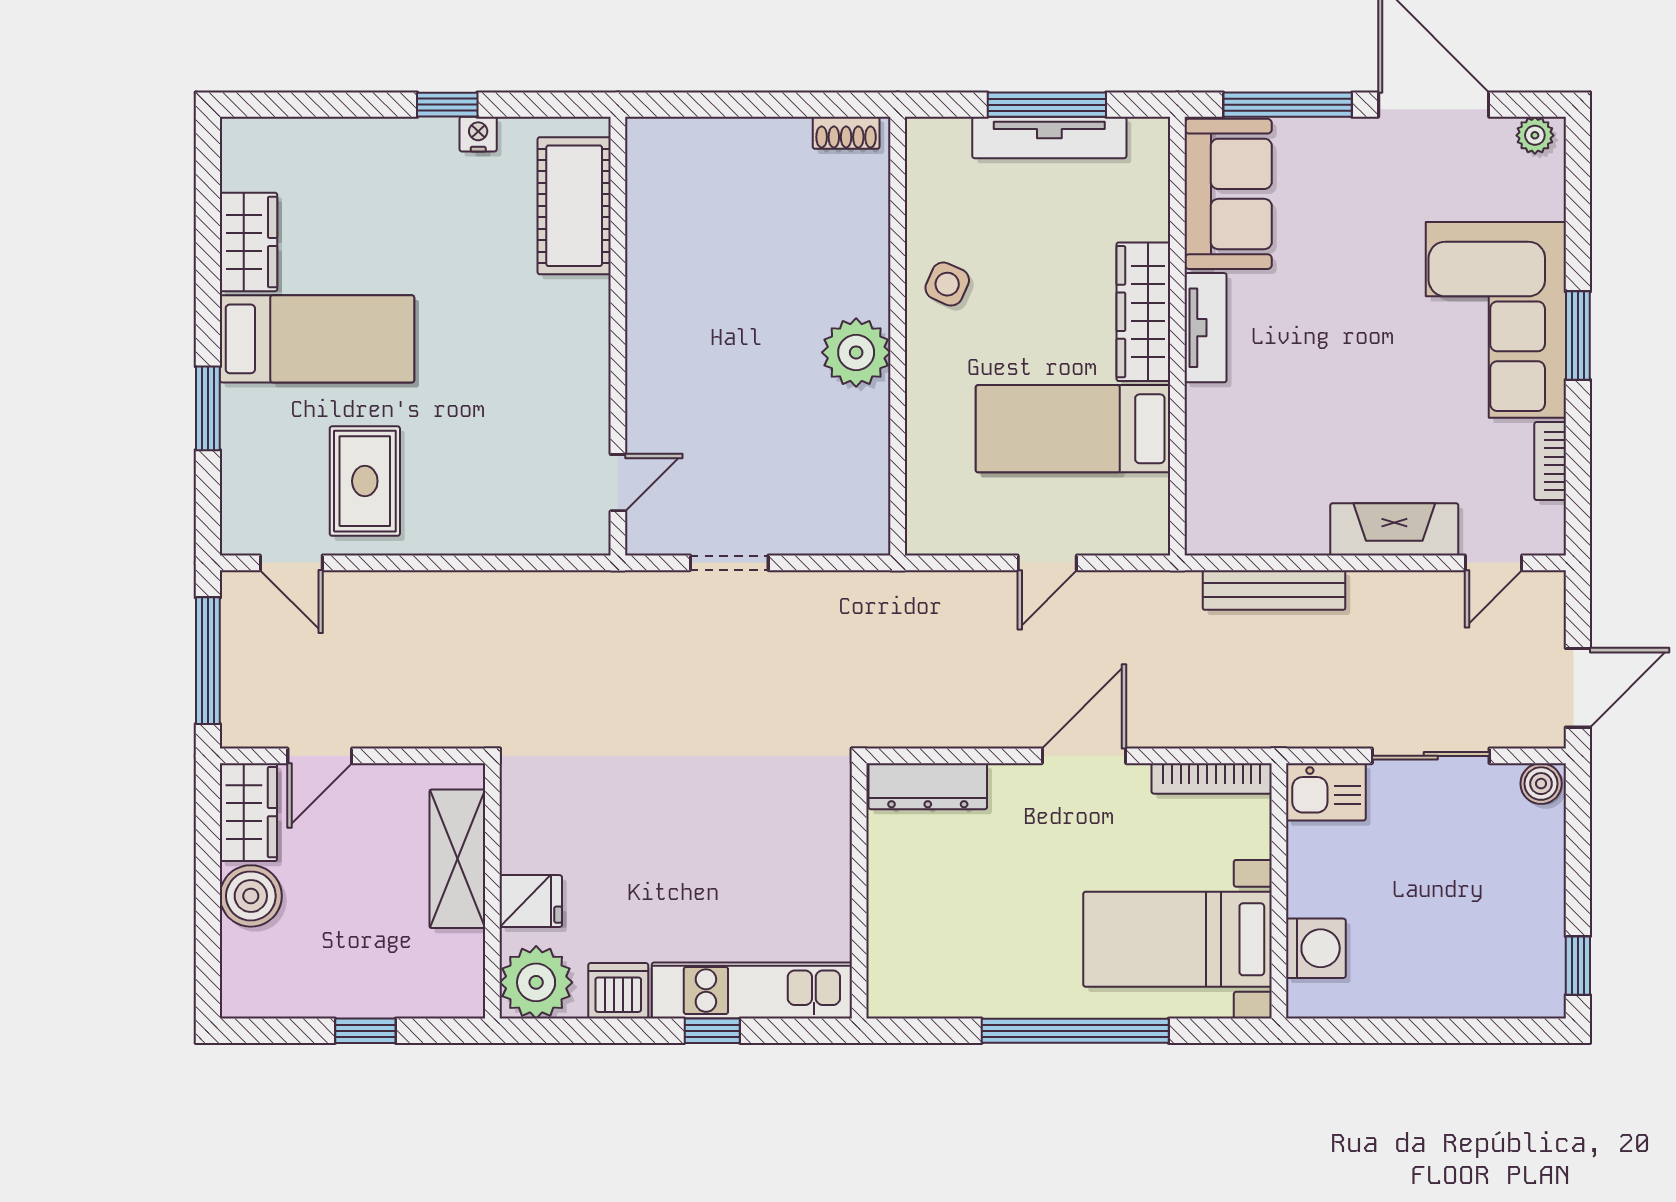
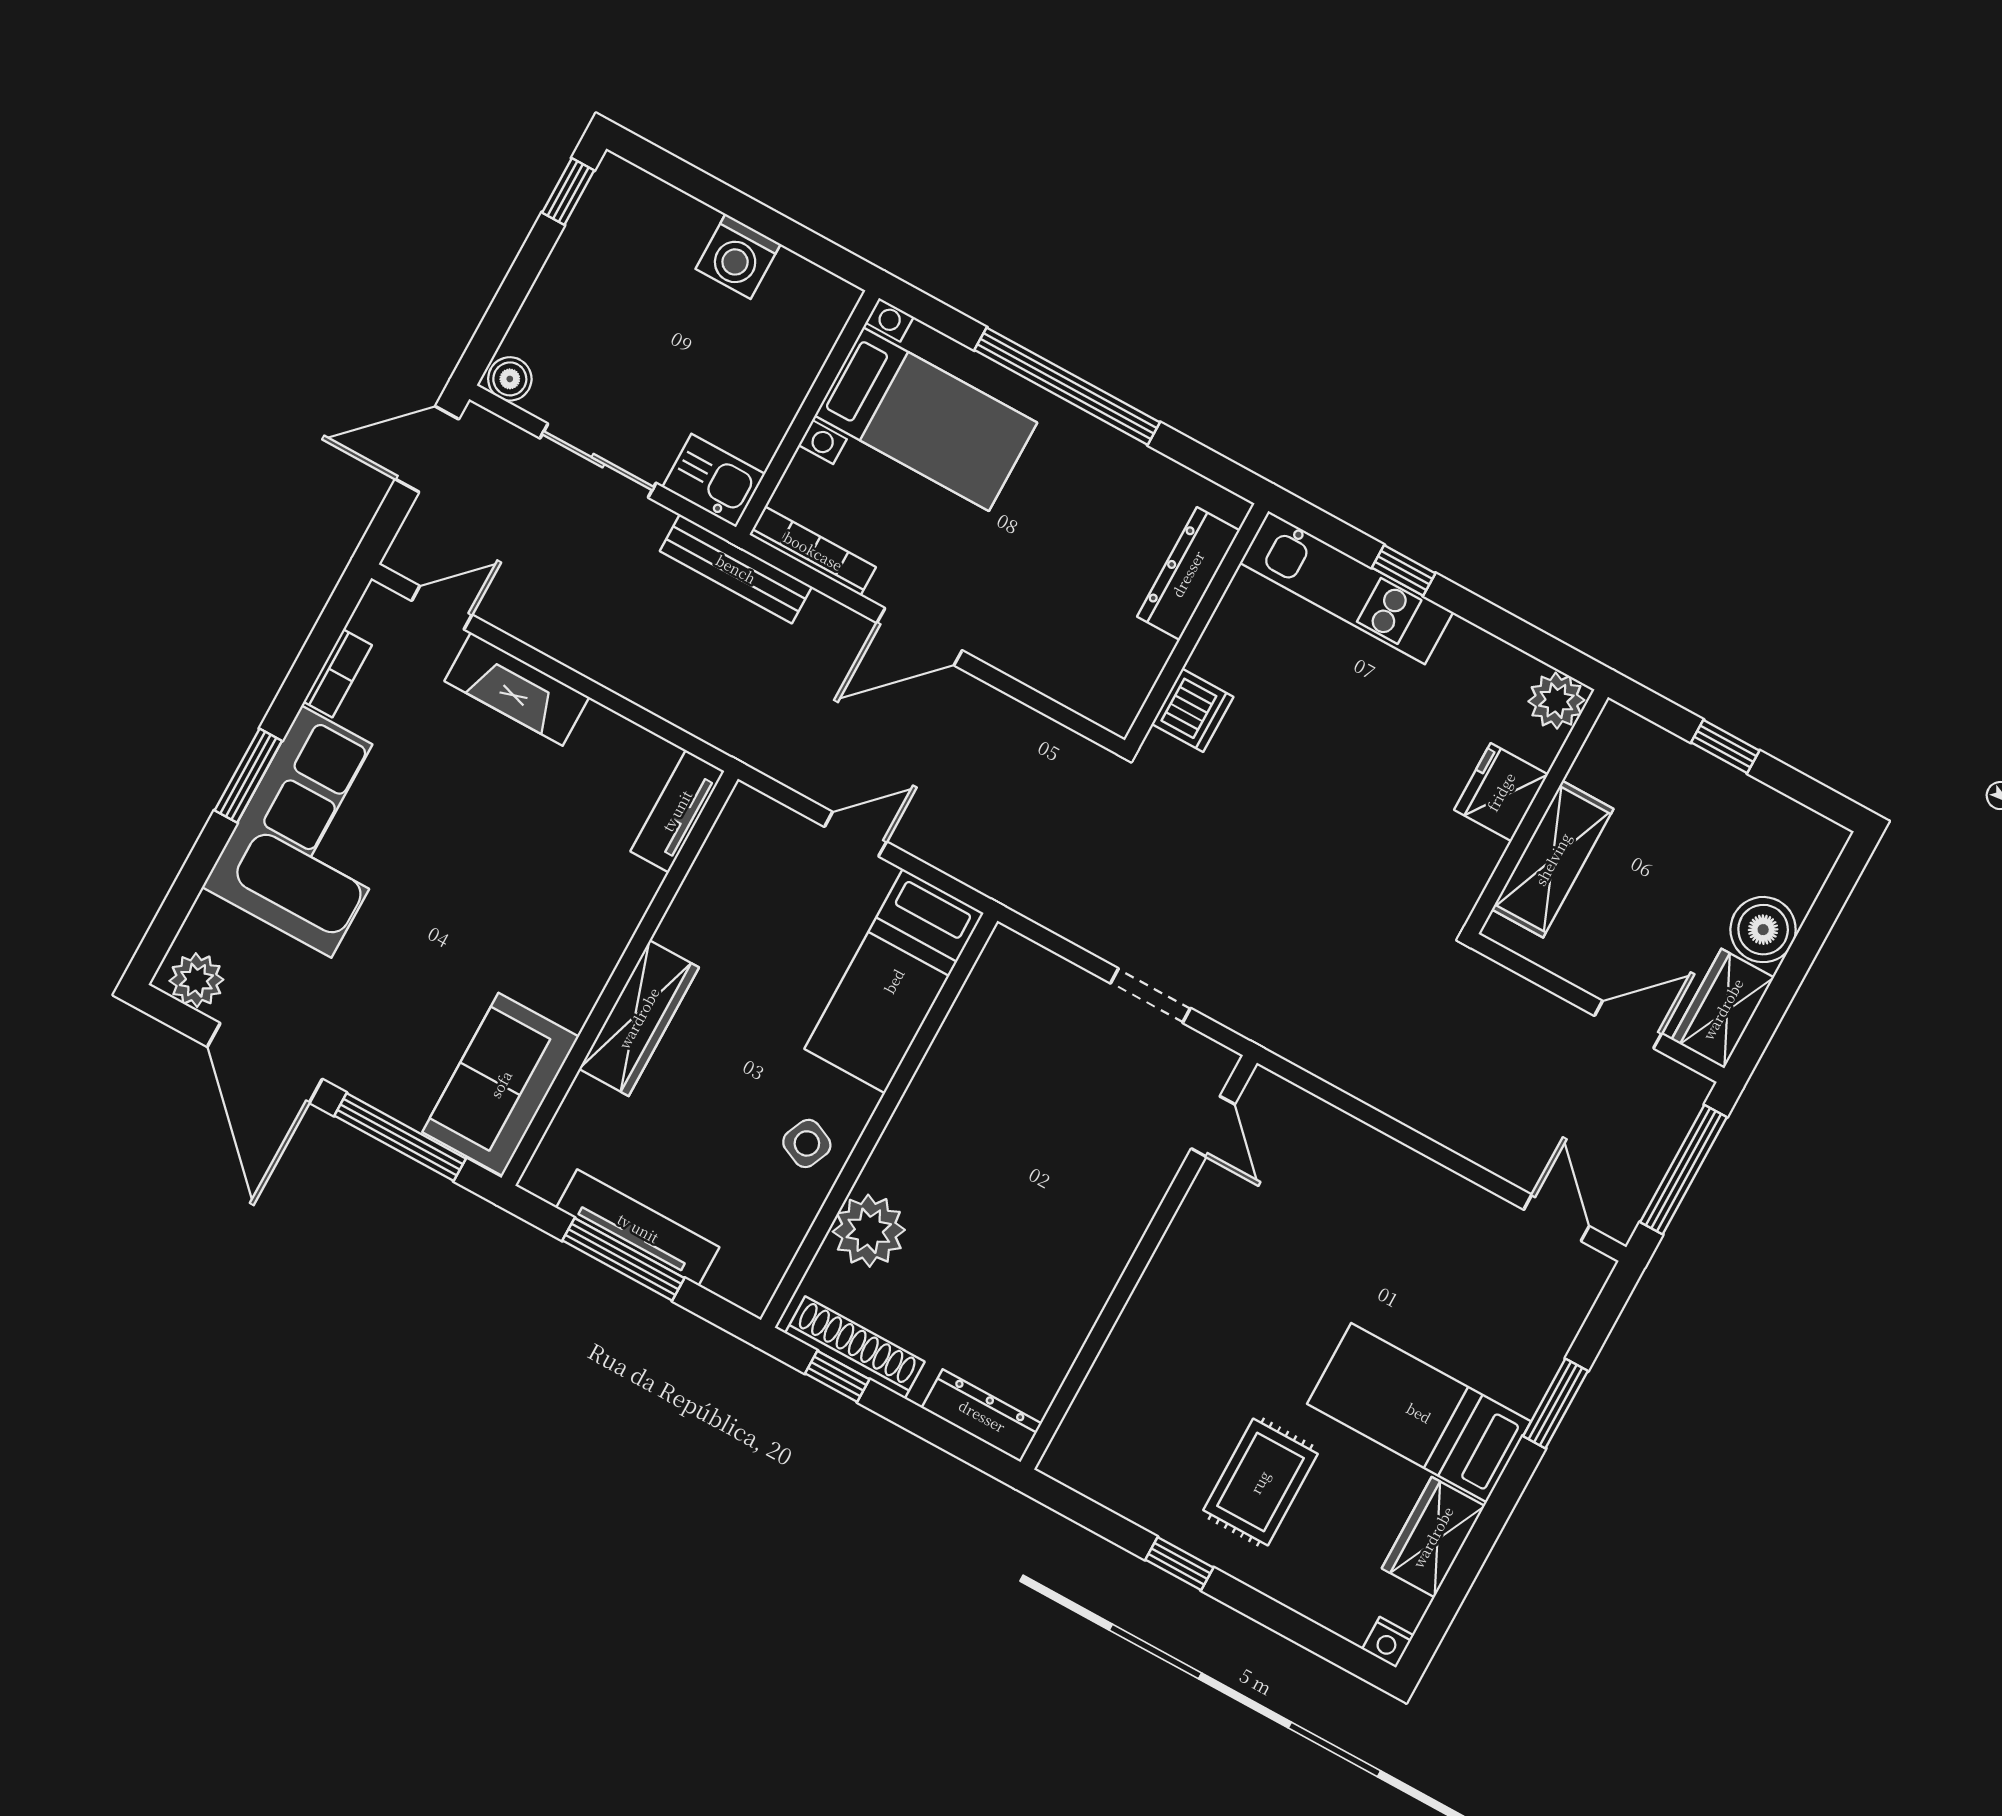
window: (816, 105) -> (837, 1376), added
shoe rack: (846, 133) -> (855, 1347), width x1.94, depth x1.24
nightstand: (478, 134) -> (1388, 1642), moved
plant: (1535, 135) -> (196, 980), width x1.38, depth x1.38
dresser: (679, 138) -> (982, 1416), added
cot: (574, 206) -> (1113, 1405), removed
tv unit: (1206, 328) -> (677, 811), moved
plant: (856, 352) -> (869, 1231), moved
bed: (1073, 429) -> (894, 981), moved, turned 90
rug: (365, 481) -> (1260, 1482), moved
door: (618, 483) -> (1213, 1126), swing flipped
bench: (1274, 590) -> (736, 569), moved
dresser: (928, 786) -> (1188, 574), moved, turned -90
fridge: (531, 901) -> (1501, 792), width x1.38
washing machine: (1316, 948) -> (738, 256), moved, turned -90
plant: (536, 982) -> (1556, 701), width x0.73, depth x0.73
dishwasher: (618, 991) -> (1193, 710), moved, turned -90

